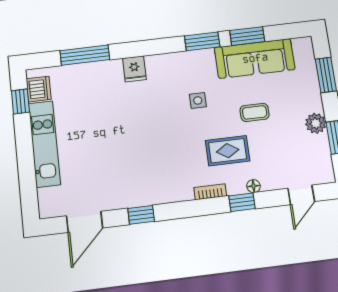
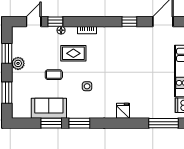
window: (85, 55) -> (164, 123), moved
sofa: (255, 58) -> (49, 108), width x0.73
window: (242, 202) -> (55, 22), moved

